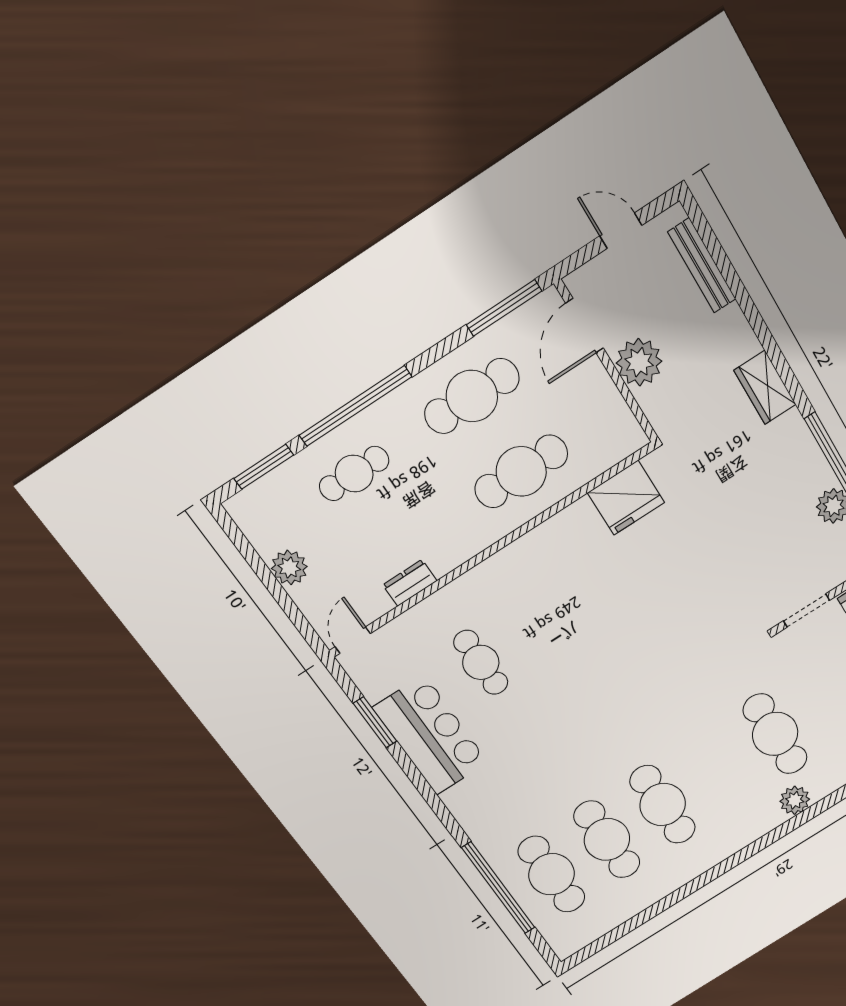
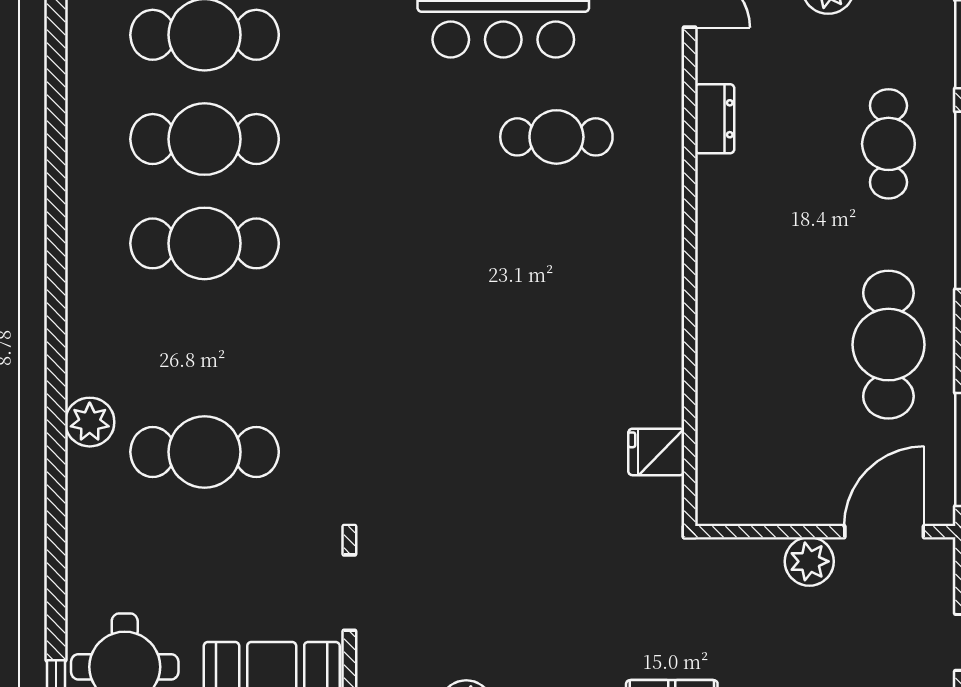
door: (585, 326) -> (884, 532), hinge flipped
plant: (639, 362) -> (809, 561), width x0.73, depth x0.73
cafe table: (521, 471) -> (762, 345), removed
fridge: (626, 498) -> (656, 452), width x0.53, depth x0.75

